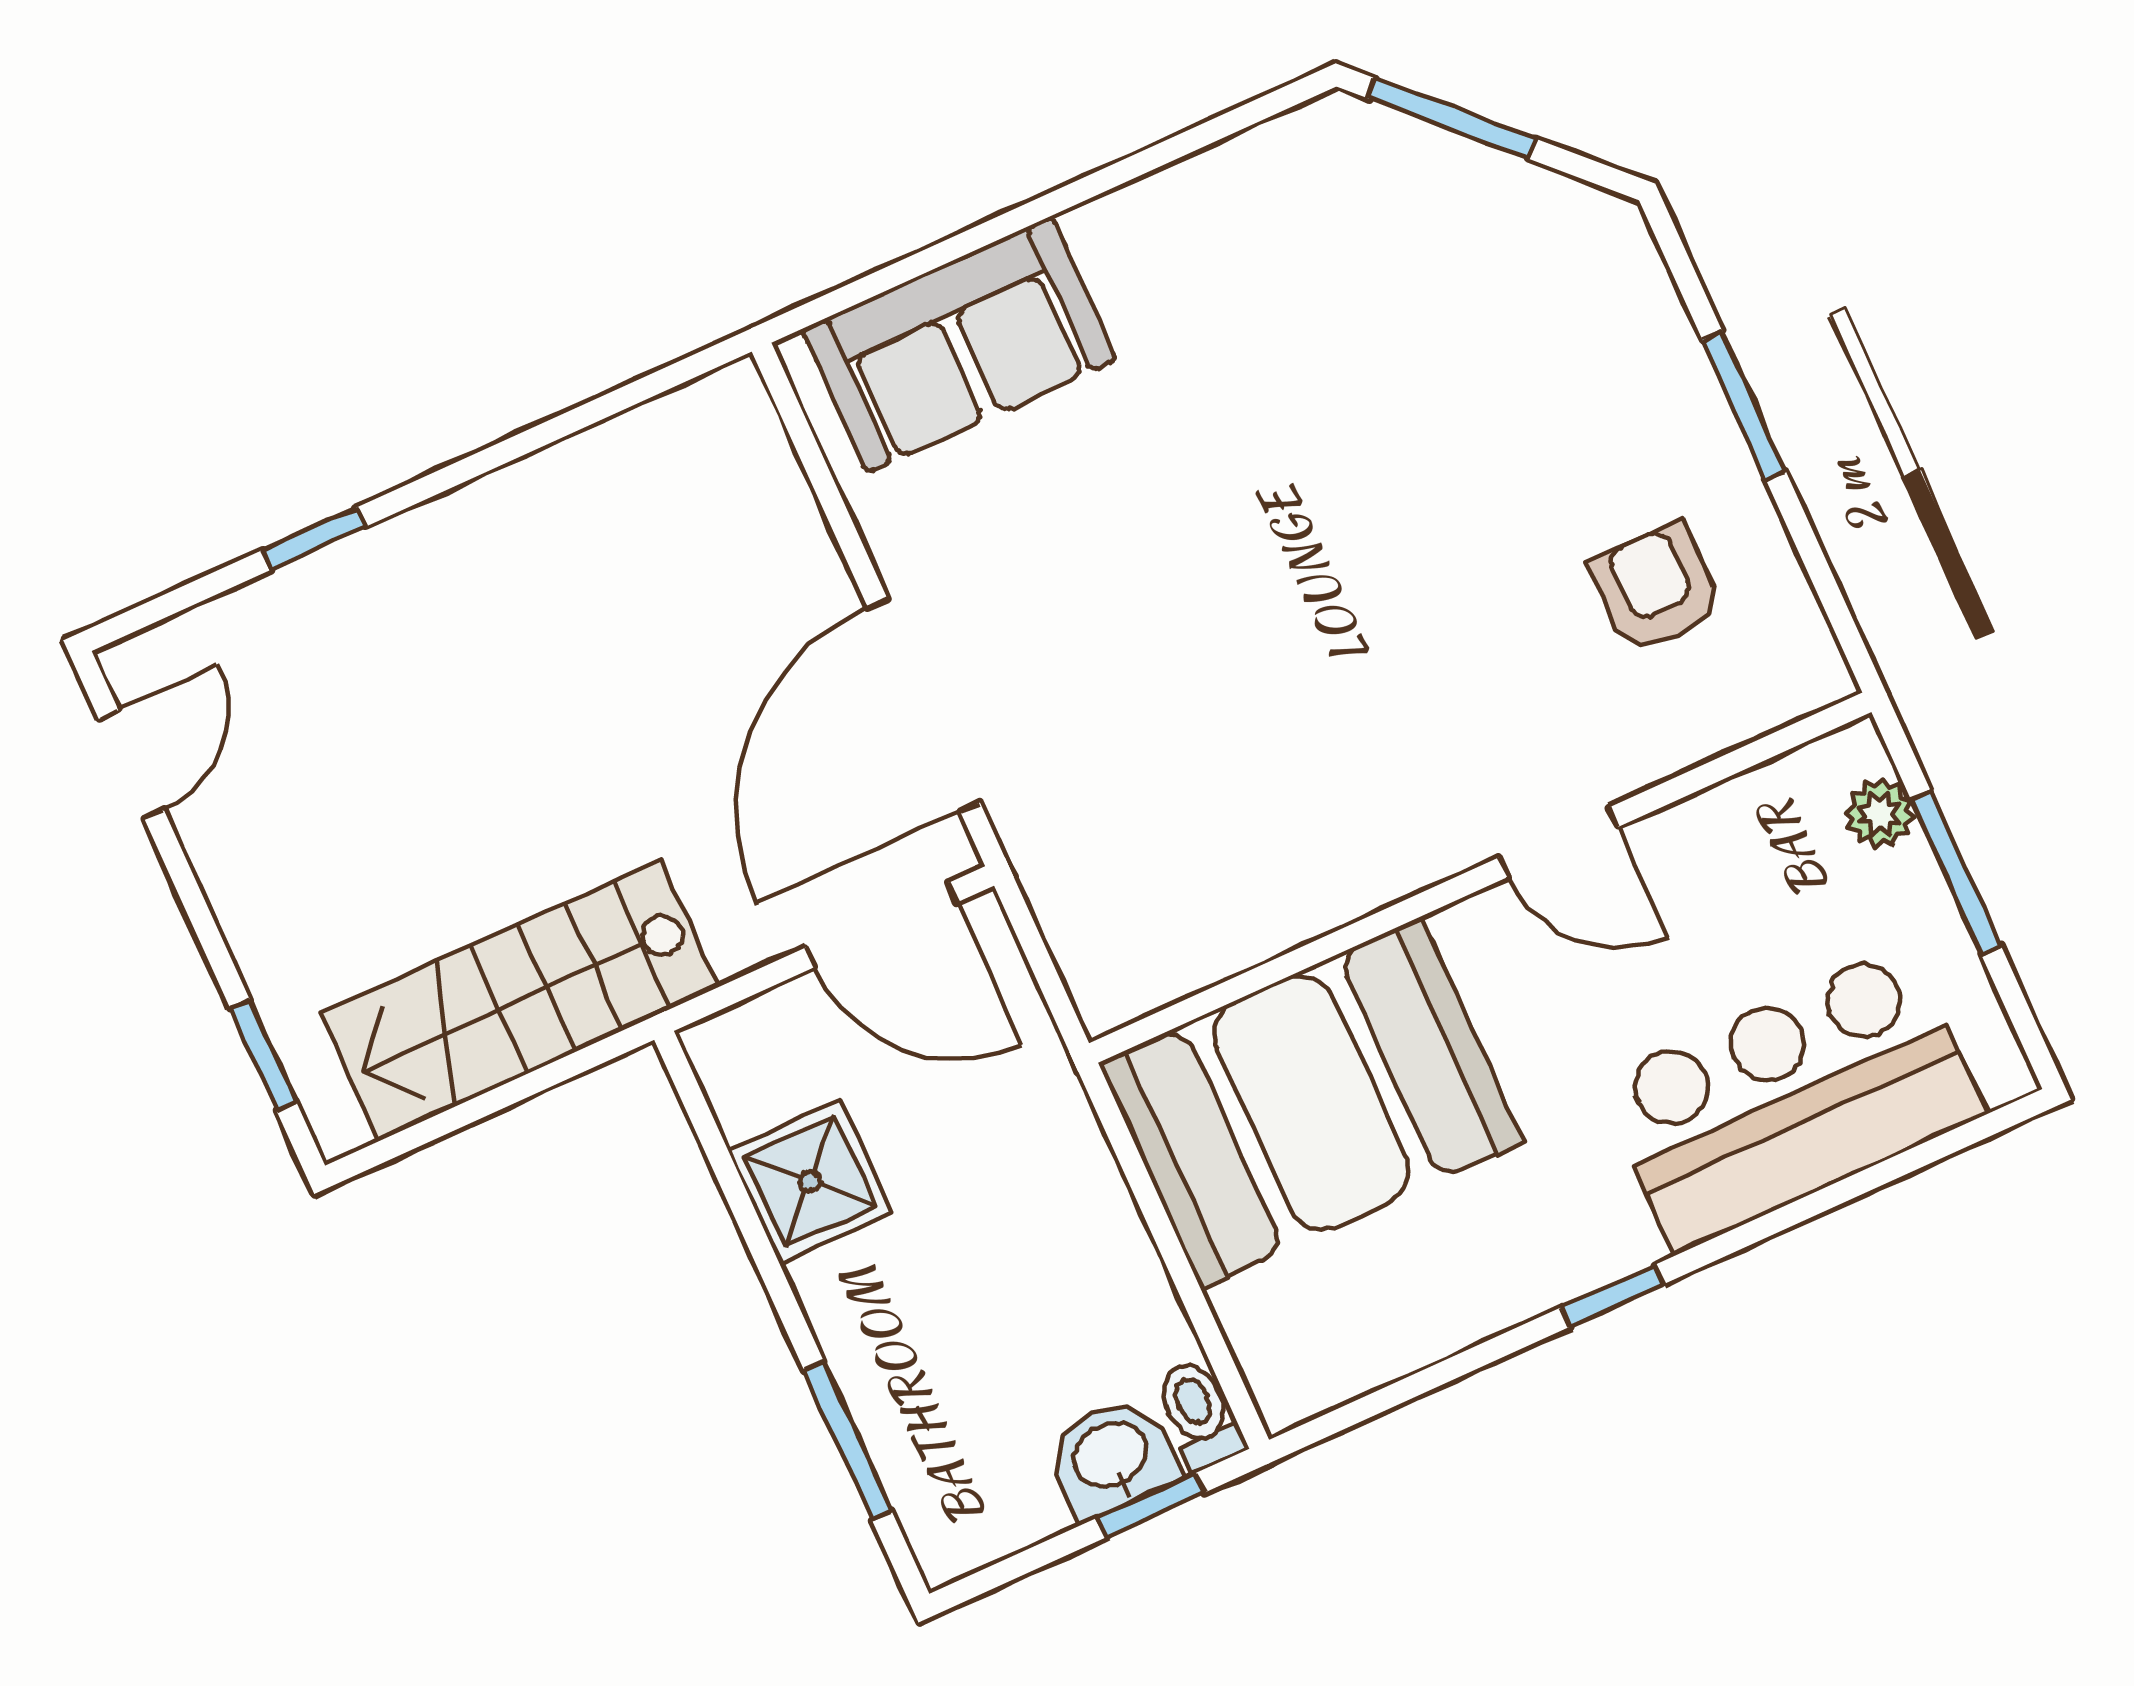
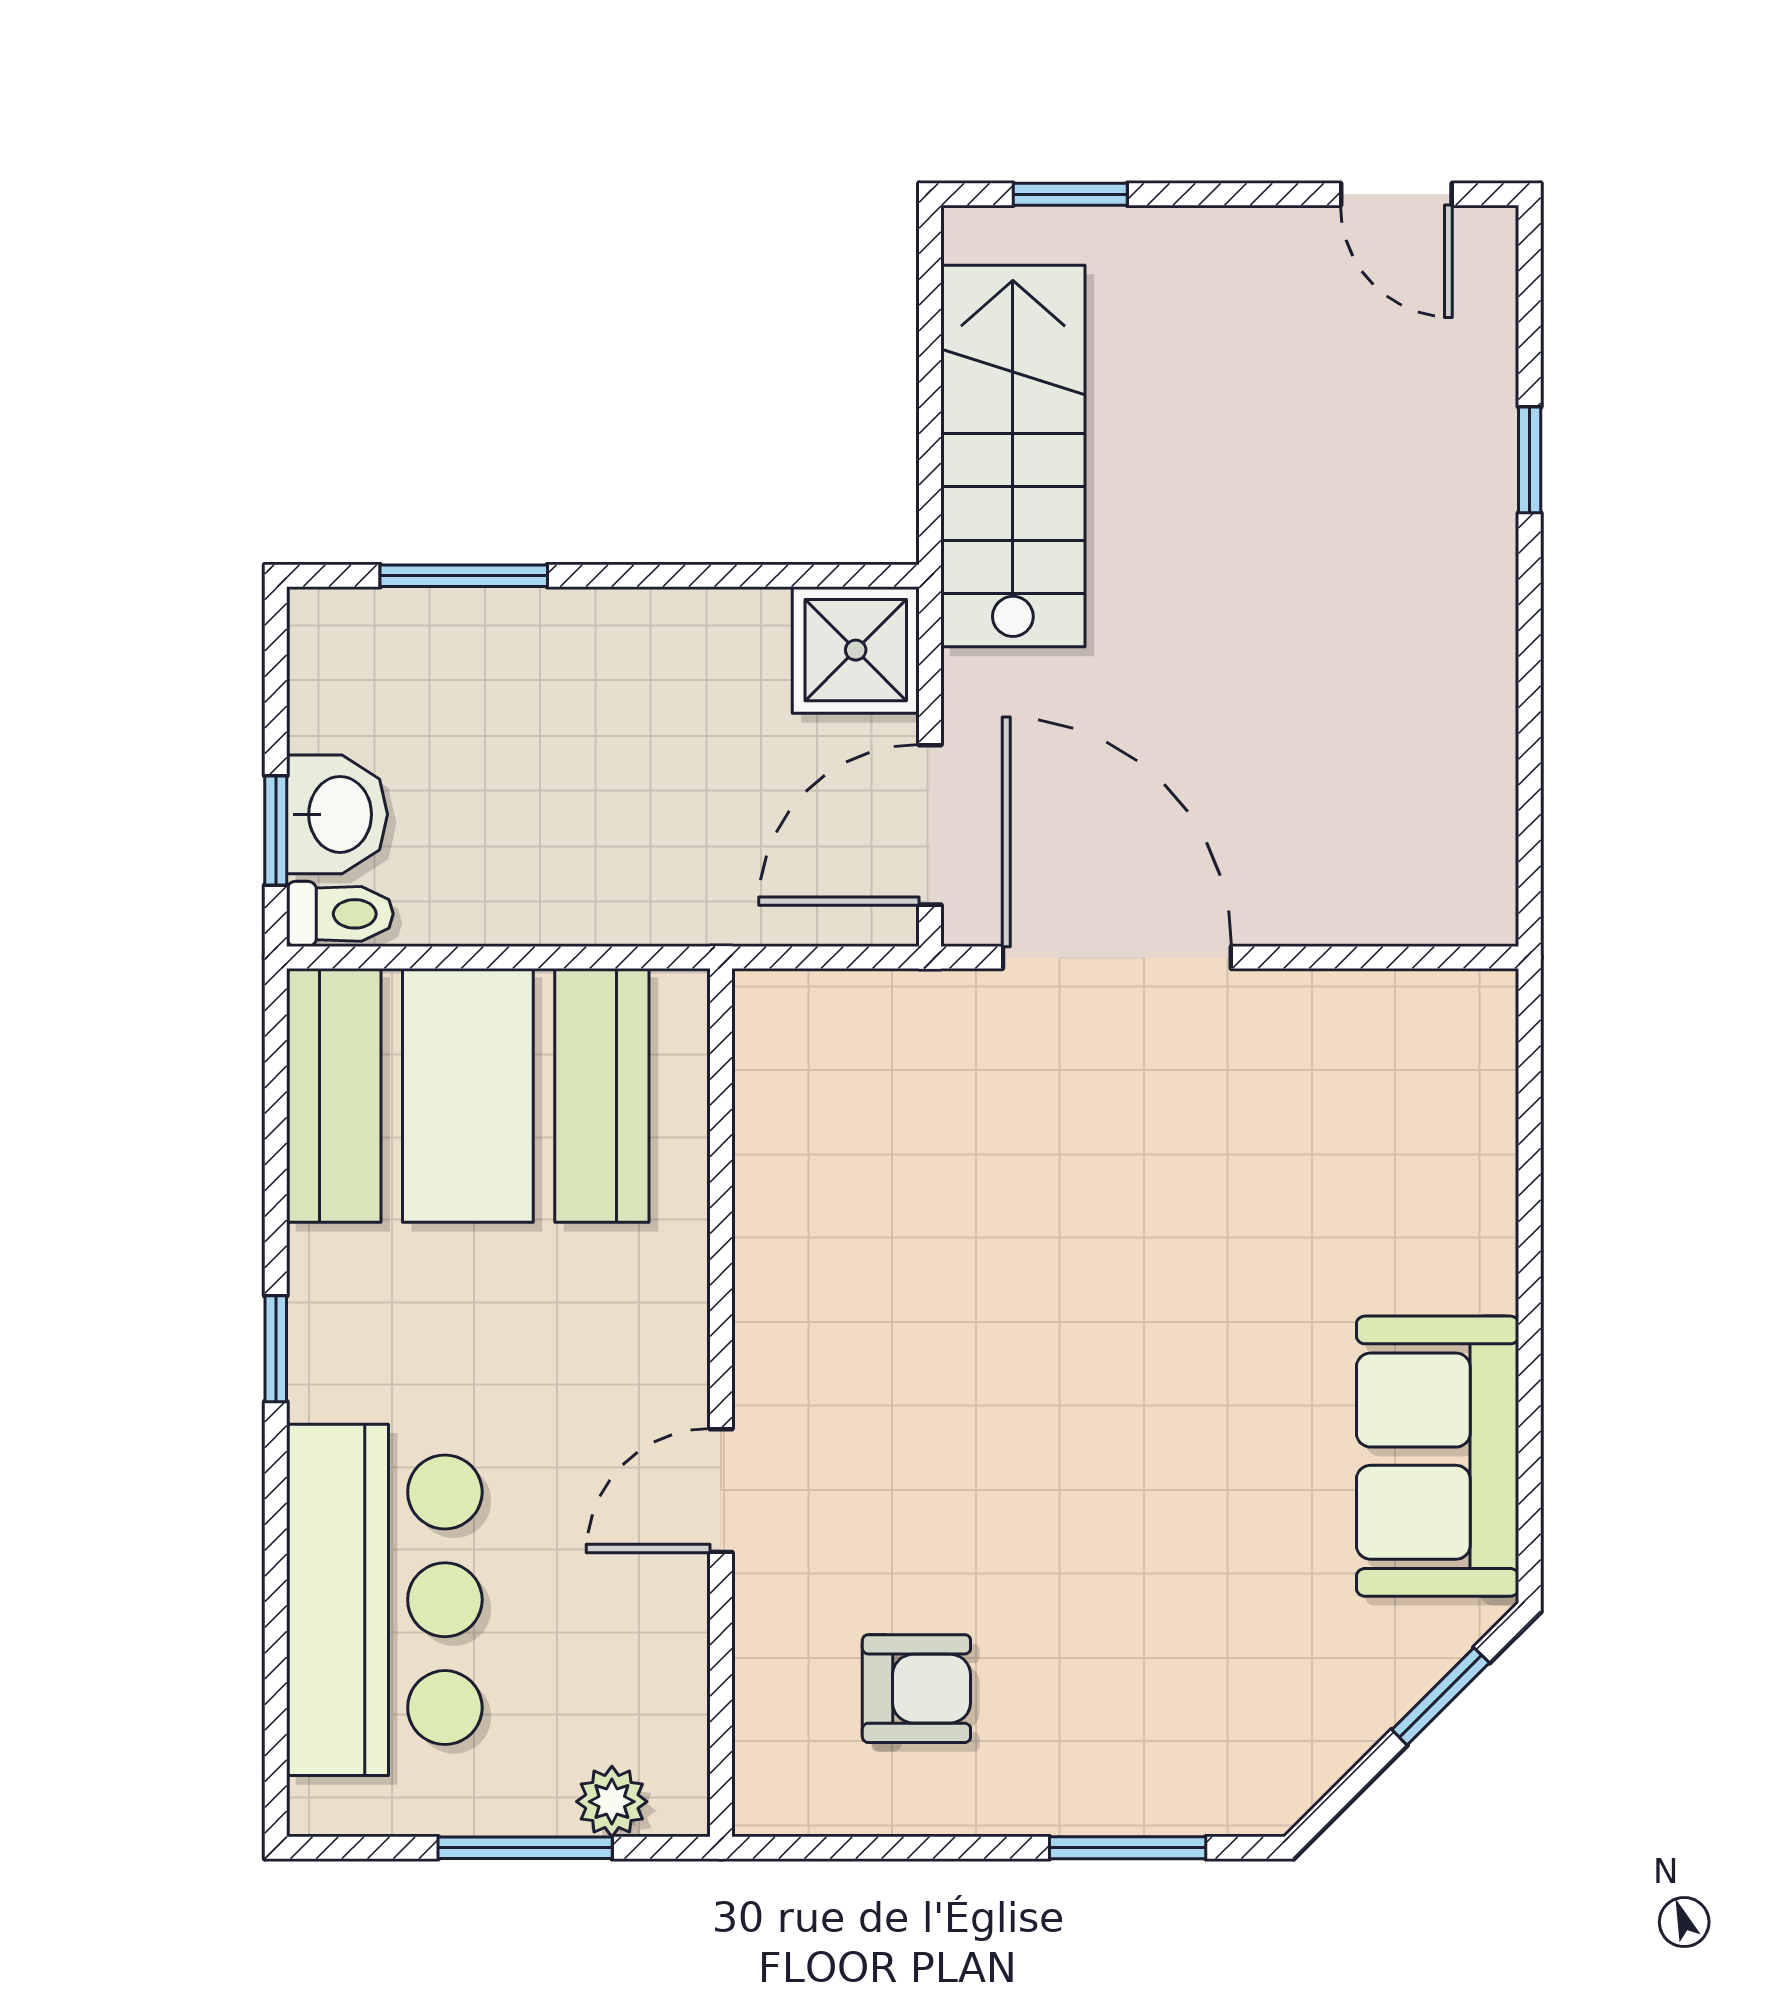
window: (1451, 118) -> (1441, 1696), width x0.67
sofa: (959, 345) -> (1438, 1456), moved
window: (1744, 405) -> (1128, 1848), moved
booth: (1311, 1103) -> (468, 1095), moved, turned 90
shower: (810, 1182) -> (856, 650), moved

